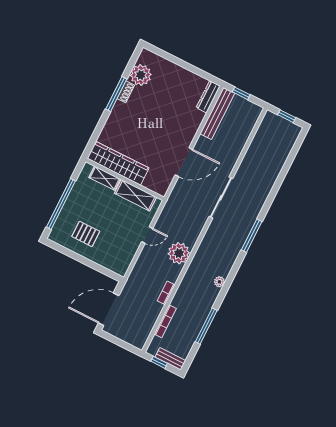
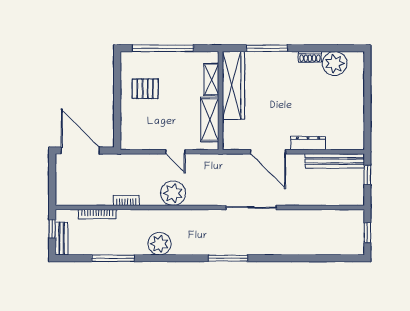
window: (116, 94) -> (267, 48), moved
dresser: (208, 97) -> (308, 143), moved
pallet: (86, 234) -> (145, 89), turned 90
plant: (219, 282) -> (160, 244), width x1.88, depth x1.88

